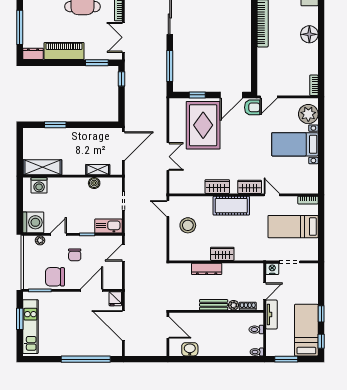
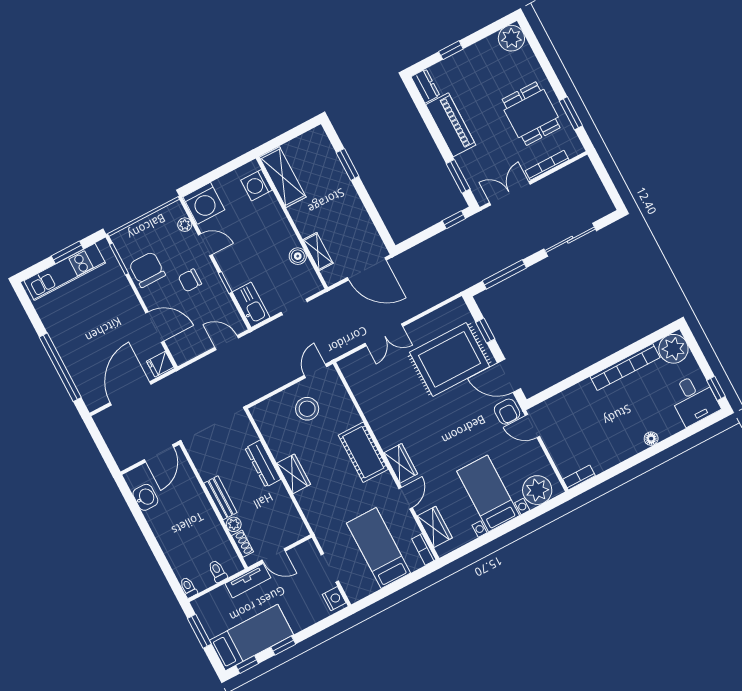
window: (20, 27) -> (451, 50), width x0.46
floor lamp: (309, 34) -> (651, 439), width x0.53, depth x0.53
wardrobe: (217, 187) -> (435, 527), moved
nightstand: (272, 269) -> (334, 599), moved

